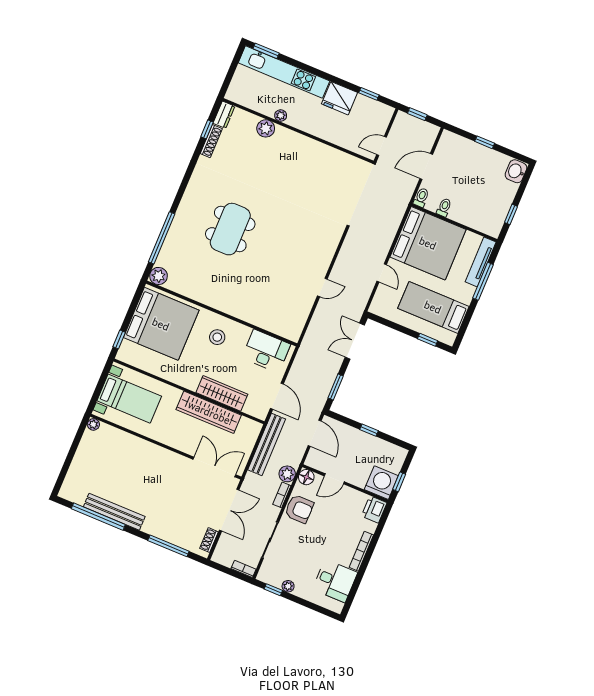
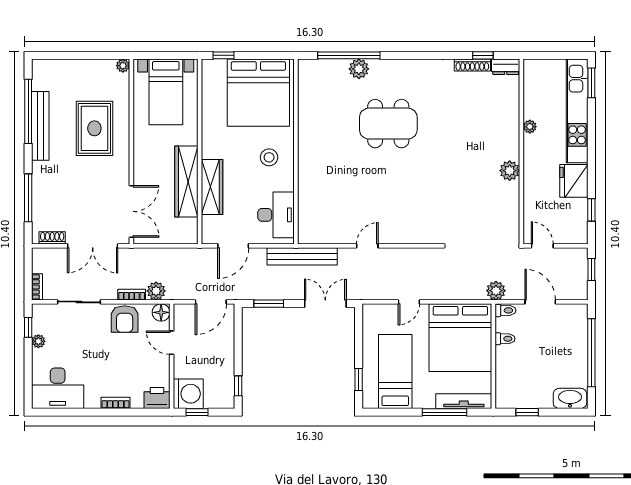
plant: (266, 128) -> (510, 171), moved
window: (485, 142) -> (591, 353), width x3.17
washbasin: (516, 171) -> (570, 398), width x1.38
plant: (402, 198) -> (496, 291), added
plant: (159, 276) -> (359, 69), moved
door: (322, 288) -> (367, 246), swing flipped
window: (369, 430) -> (238, 386), moved
bench: (267, 444) -> (302, 256), moved
rug: (135, 469) -> (94, 128), added
bookcase: (361, 551) -> (116, 403), width x0.64
desk: (335, 581) -> (58, 388), width x1.37

